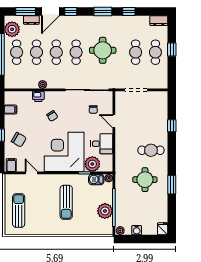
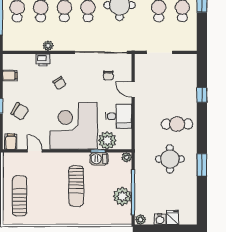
barbecue: (96, 179) -> (99, 159), moved
fridge: (163, 229) -> (173, 218), moved

